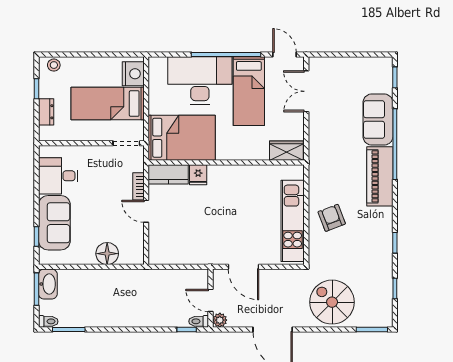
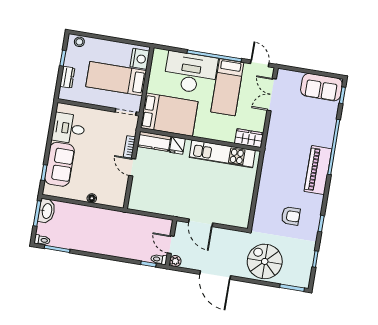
sofa: (378, 120) -> (322, 87), moved, turned -90
armchair: (332, 218) -> (291, 216), moved, turned 111
kitchen unit: (293, 221) -> (222, 154), moved, turned -90
floor lamp: (107, 254) -> (92, 198), width x0.53, depth x0.53

